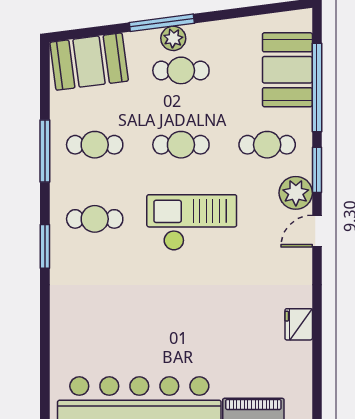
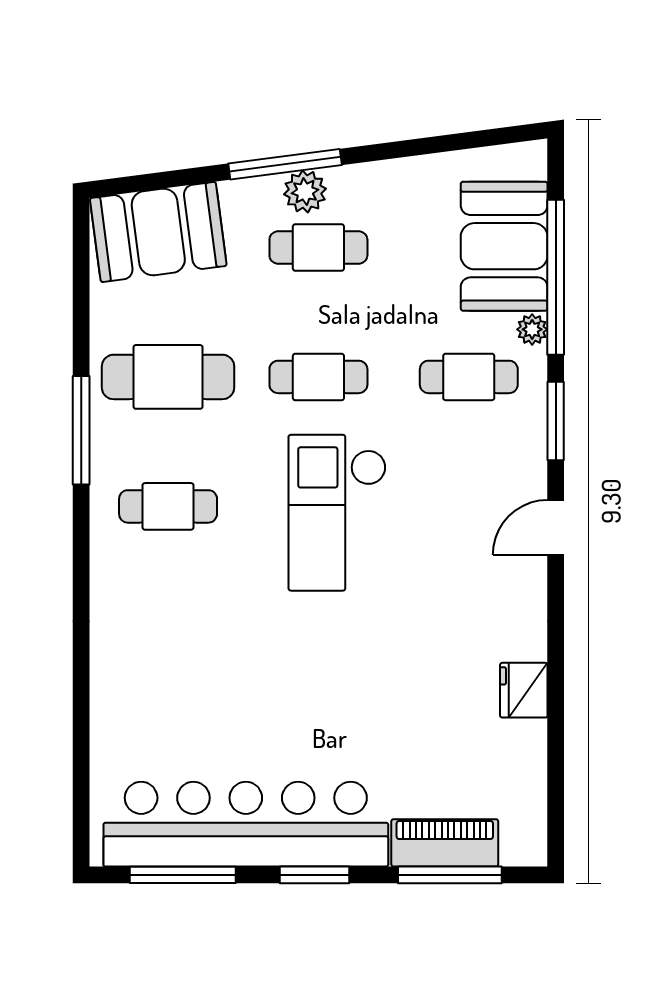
cafe table: (95, 145) -> (168, 377), width x1.37, depth x1.35
window: (45, 151) -> (81, 430), moved
plant: (296, 193) -> (532, 329), moved, width x0.53, depth x0.53
checkout: (192, 223) -> (337, 513), turned -90
window: (45, 246) -> (81, 554), removed

